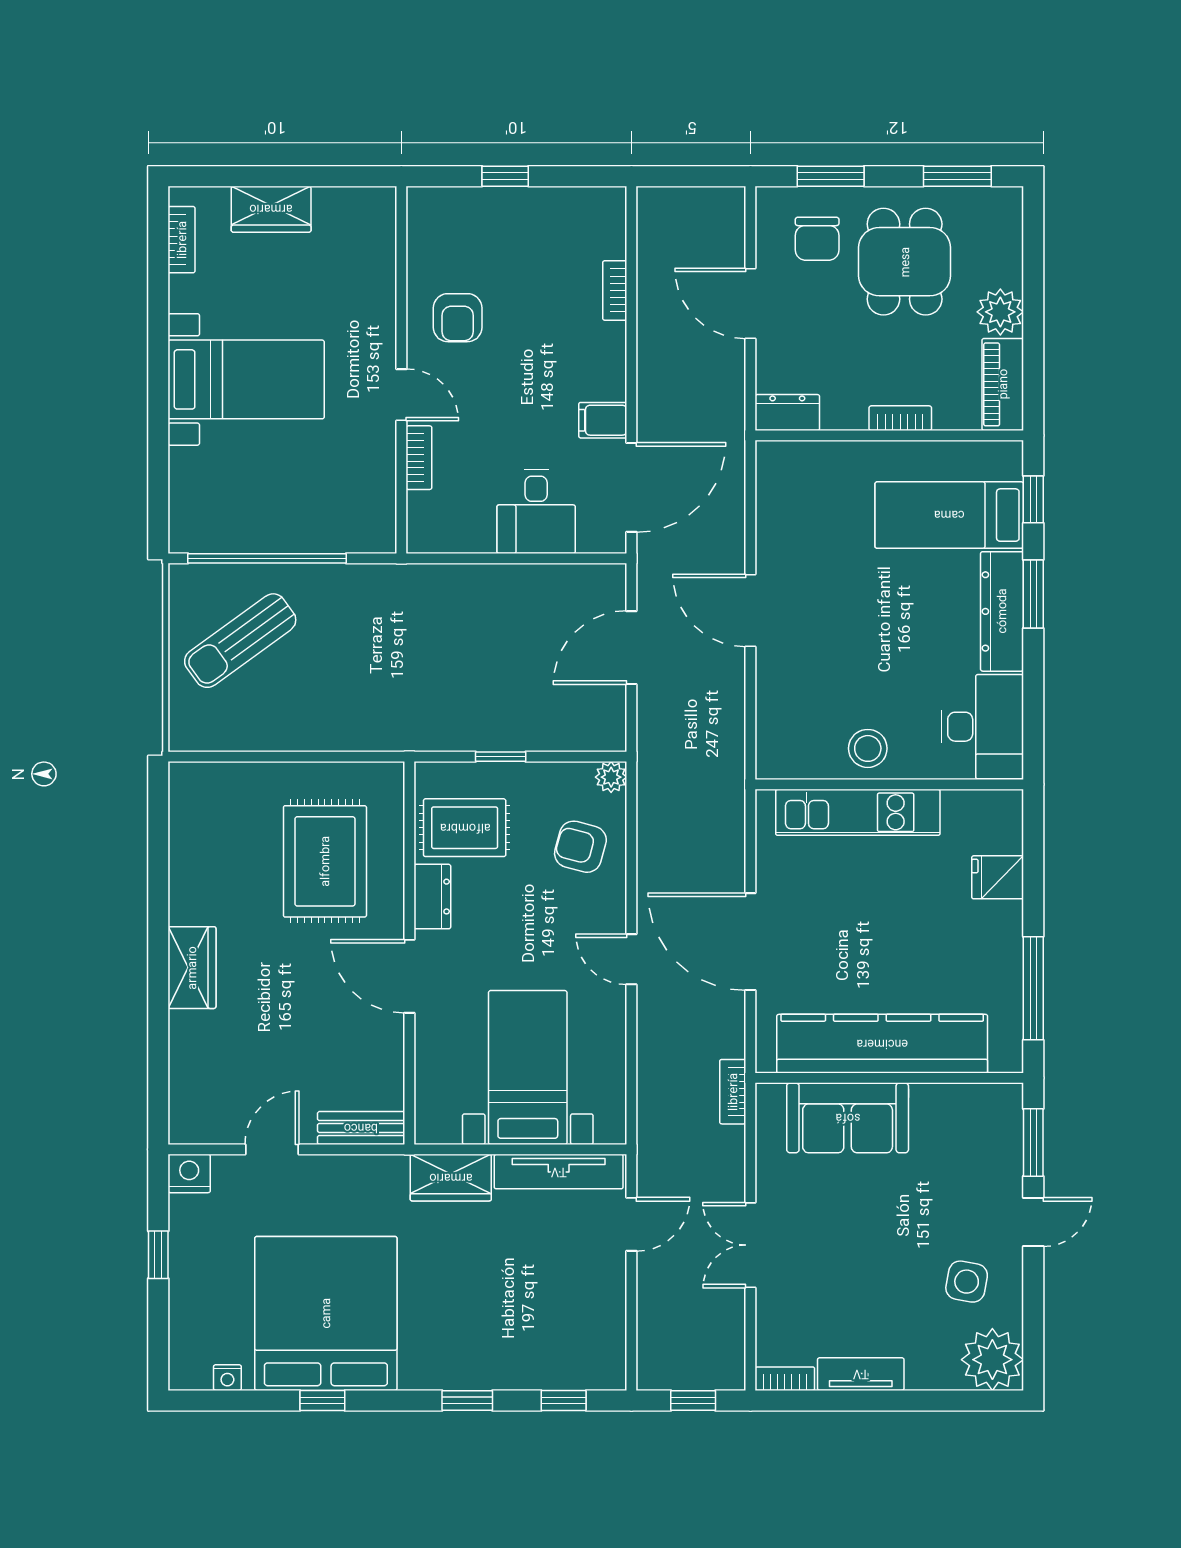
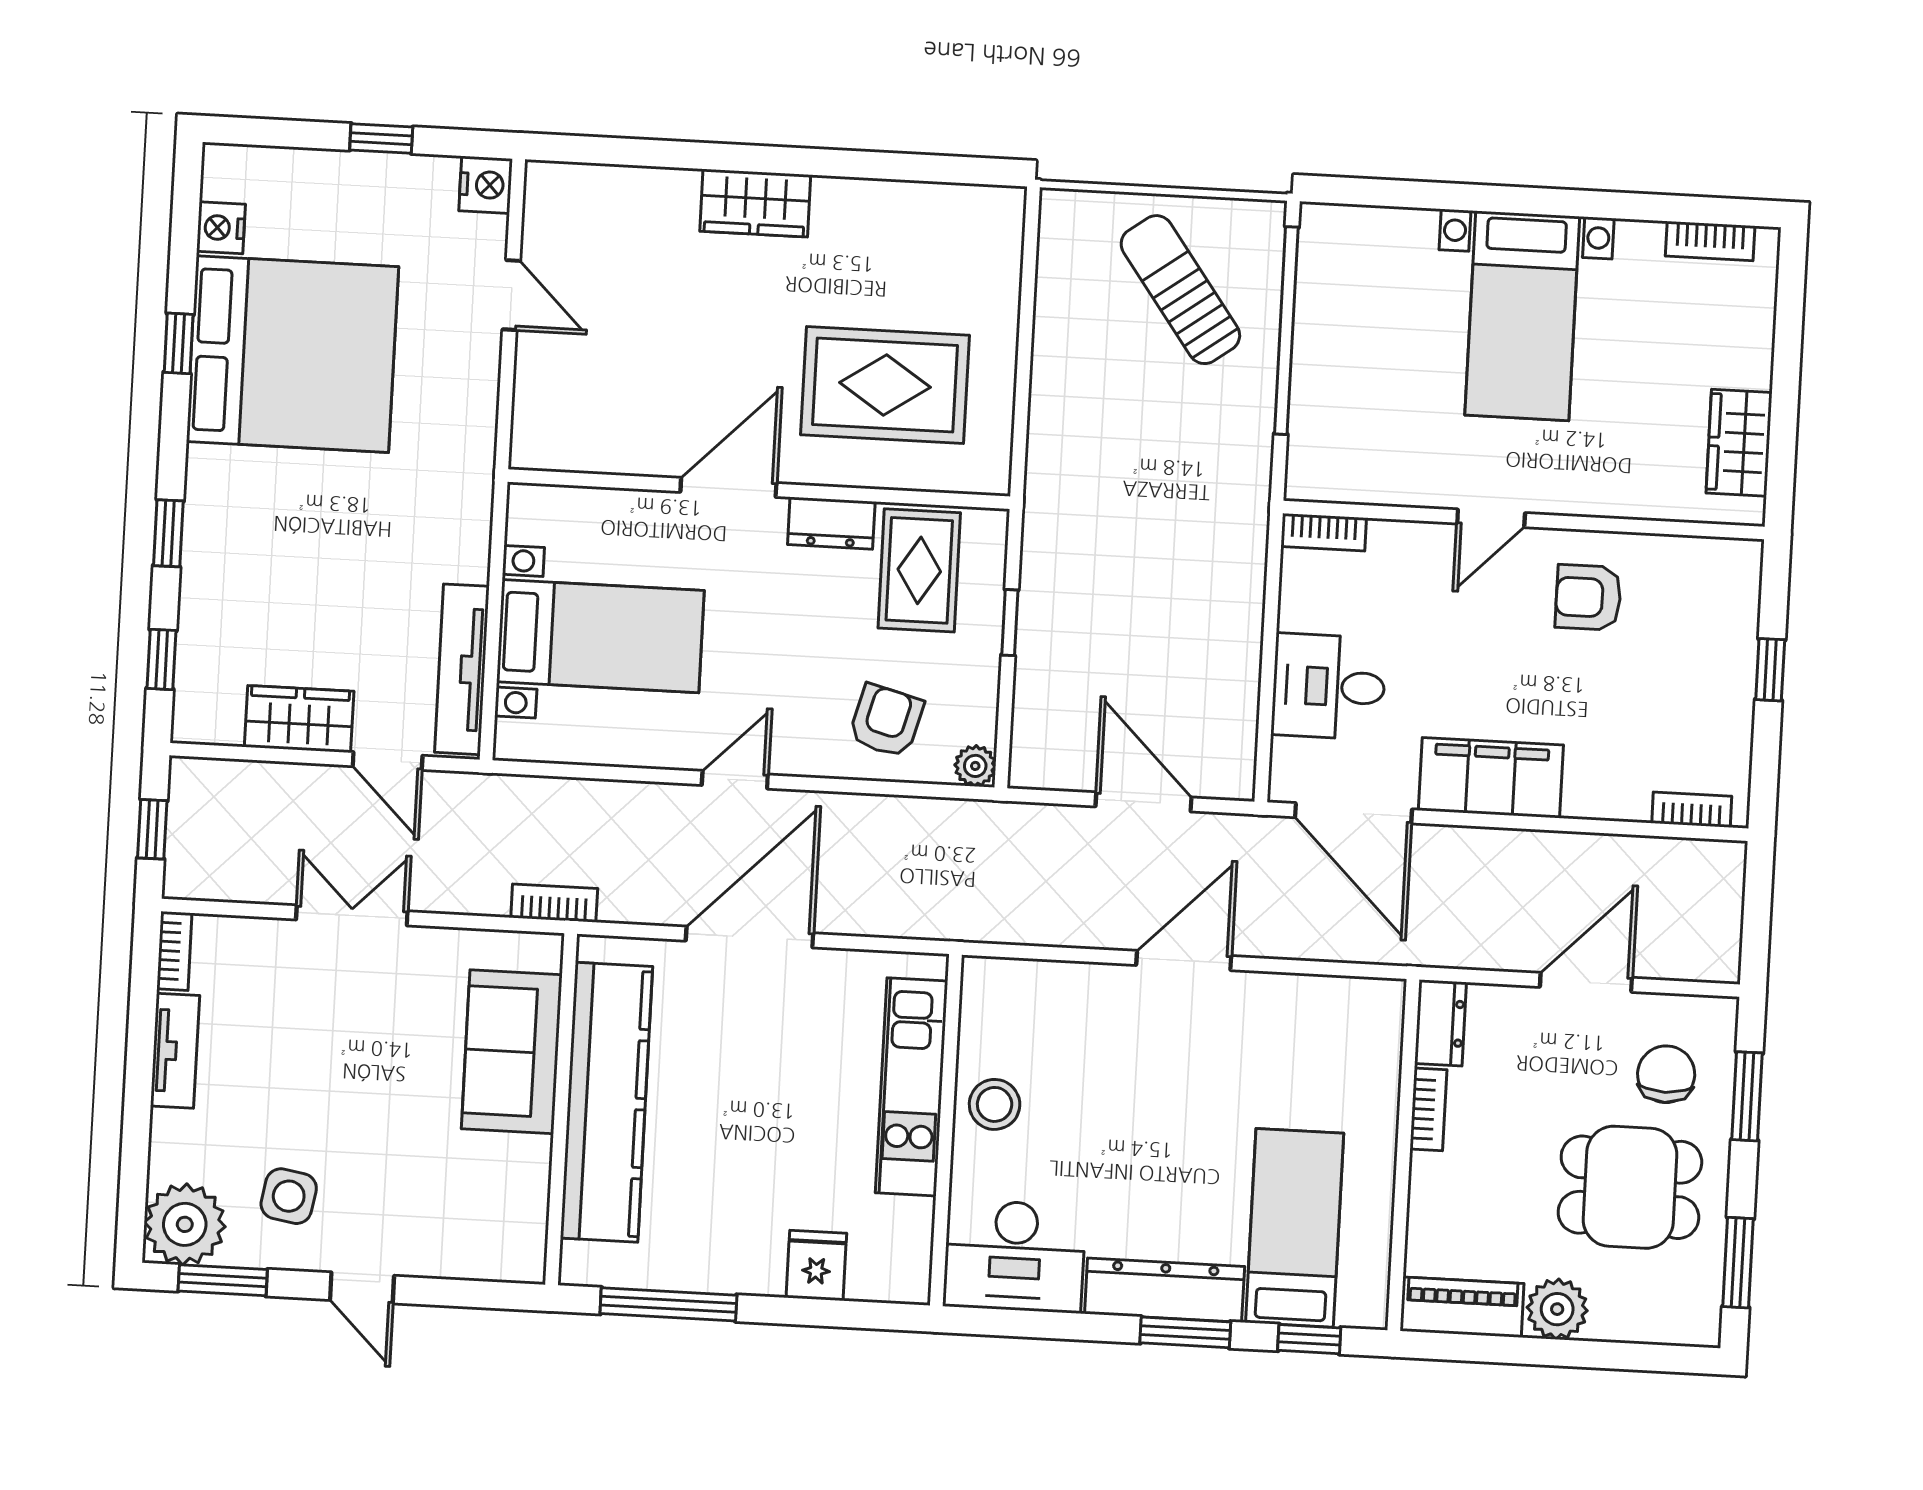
wardrobe: (271, 209) -> (1739, 443), moved
chair: (817, 239) -> (1666, 1074), turned 90
bookcase: (615, 290) -> (1692, 810), moved
bookcase: (900, 418) -> (1428, 1109), moved
filing cabinet: (603, 420) -> (1491, 778), width x3.00, depth x1.17
bookcase: (419, 458) -> (1324, 532), moved
bench: (361, 1128) -> (533, 413), removed
window: (1033, 1143) -> (223, 1280), moved
wardrobe: (451, 1178) -> (299, 719), moved, turned 90
nightstand: (227, 1378) -> (221, 228), width x1.39, depth x1.35

